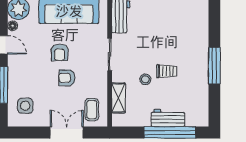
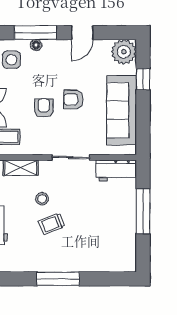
floor lamp: (13, 26) -> (36, 45), moved
trolley: (167, 71) -> (52, 224), turned 69

